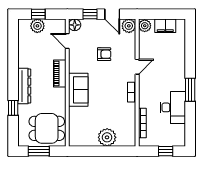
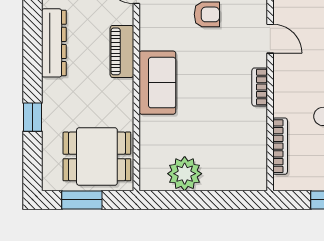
door: (137, 67) -> (270, 39), hinge flipped
dresser: (24, 86) -> (54, 43), moved
plant: (107, 137) -> (185, 174), moved

